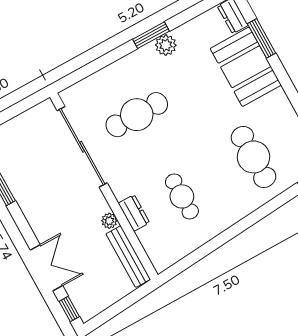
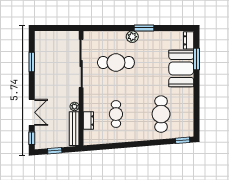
plant: (166, 45) -> (132, 37), moved
dresser: (134, 213) -> (88, 121), moved
window: (117, 308) -> (55, 151), added

